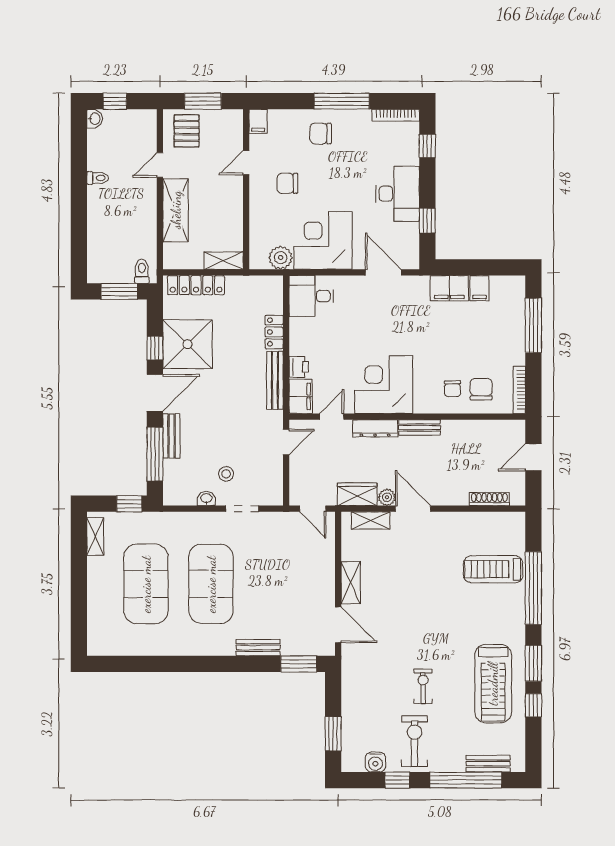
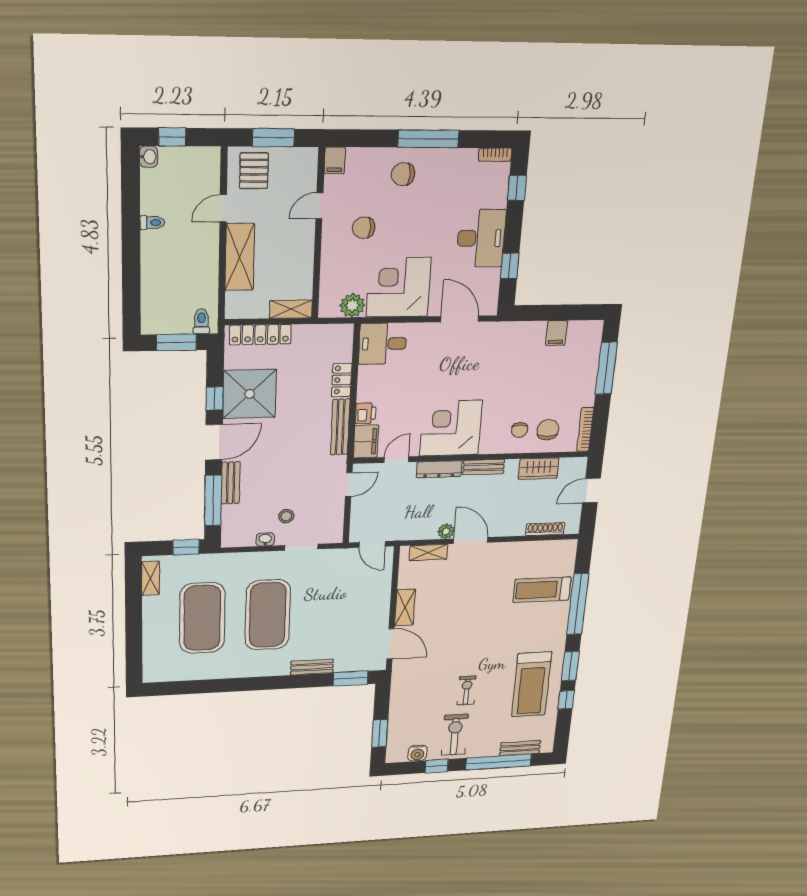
bookcase: (396, 115) -> (495, 155), width x0.64
filing cabinet: (449, 288) -> (526, 334), removed
wardrobe: (357, 494) -> (539, 469), moved, turned 180

